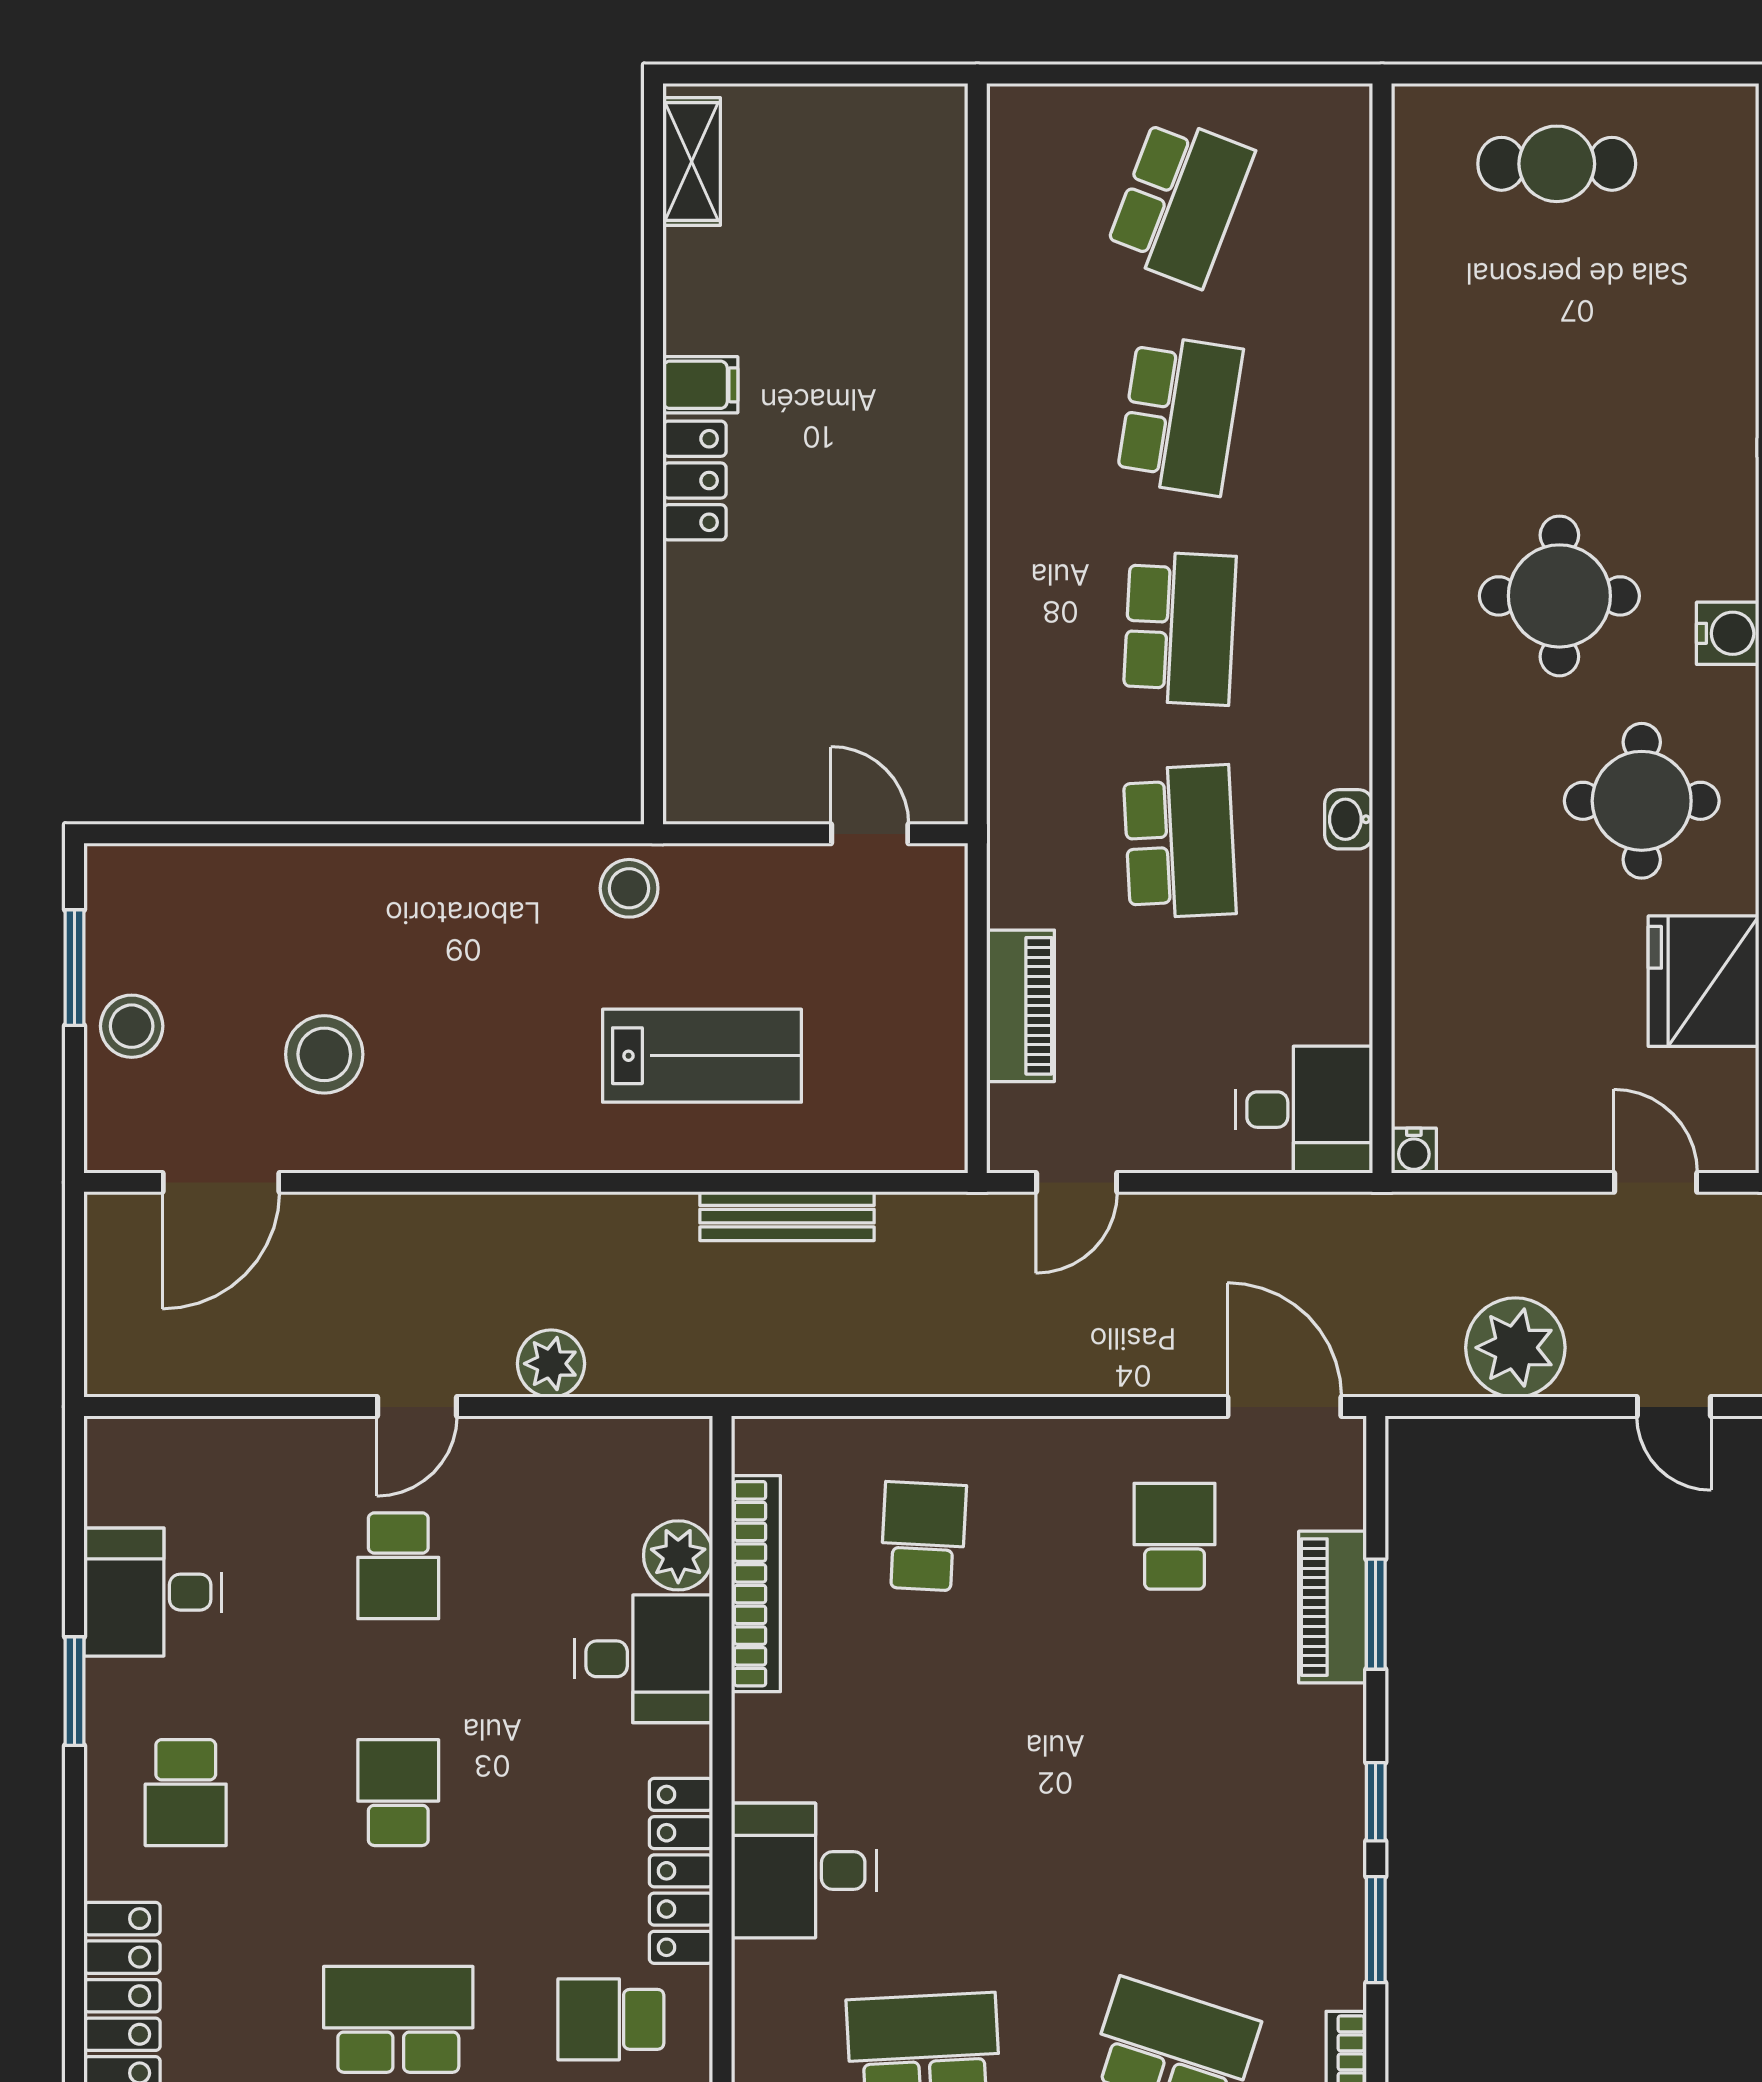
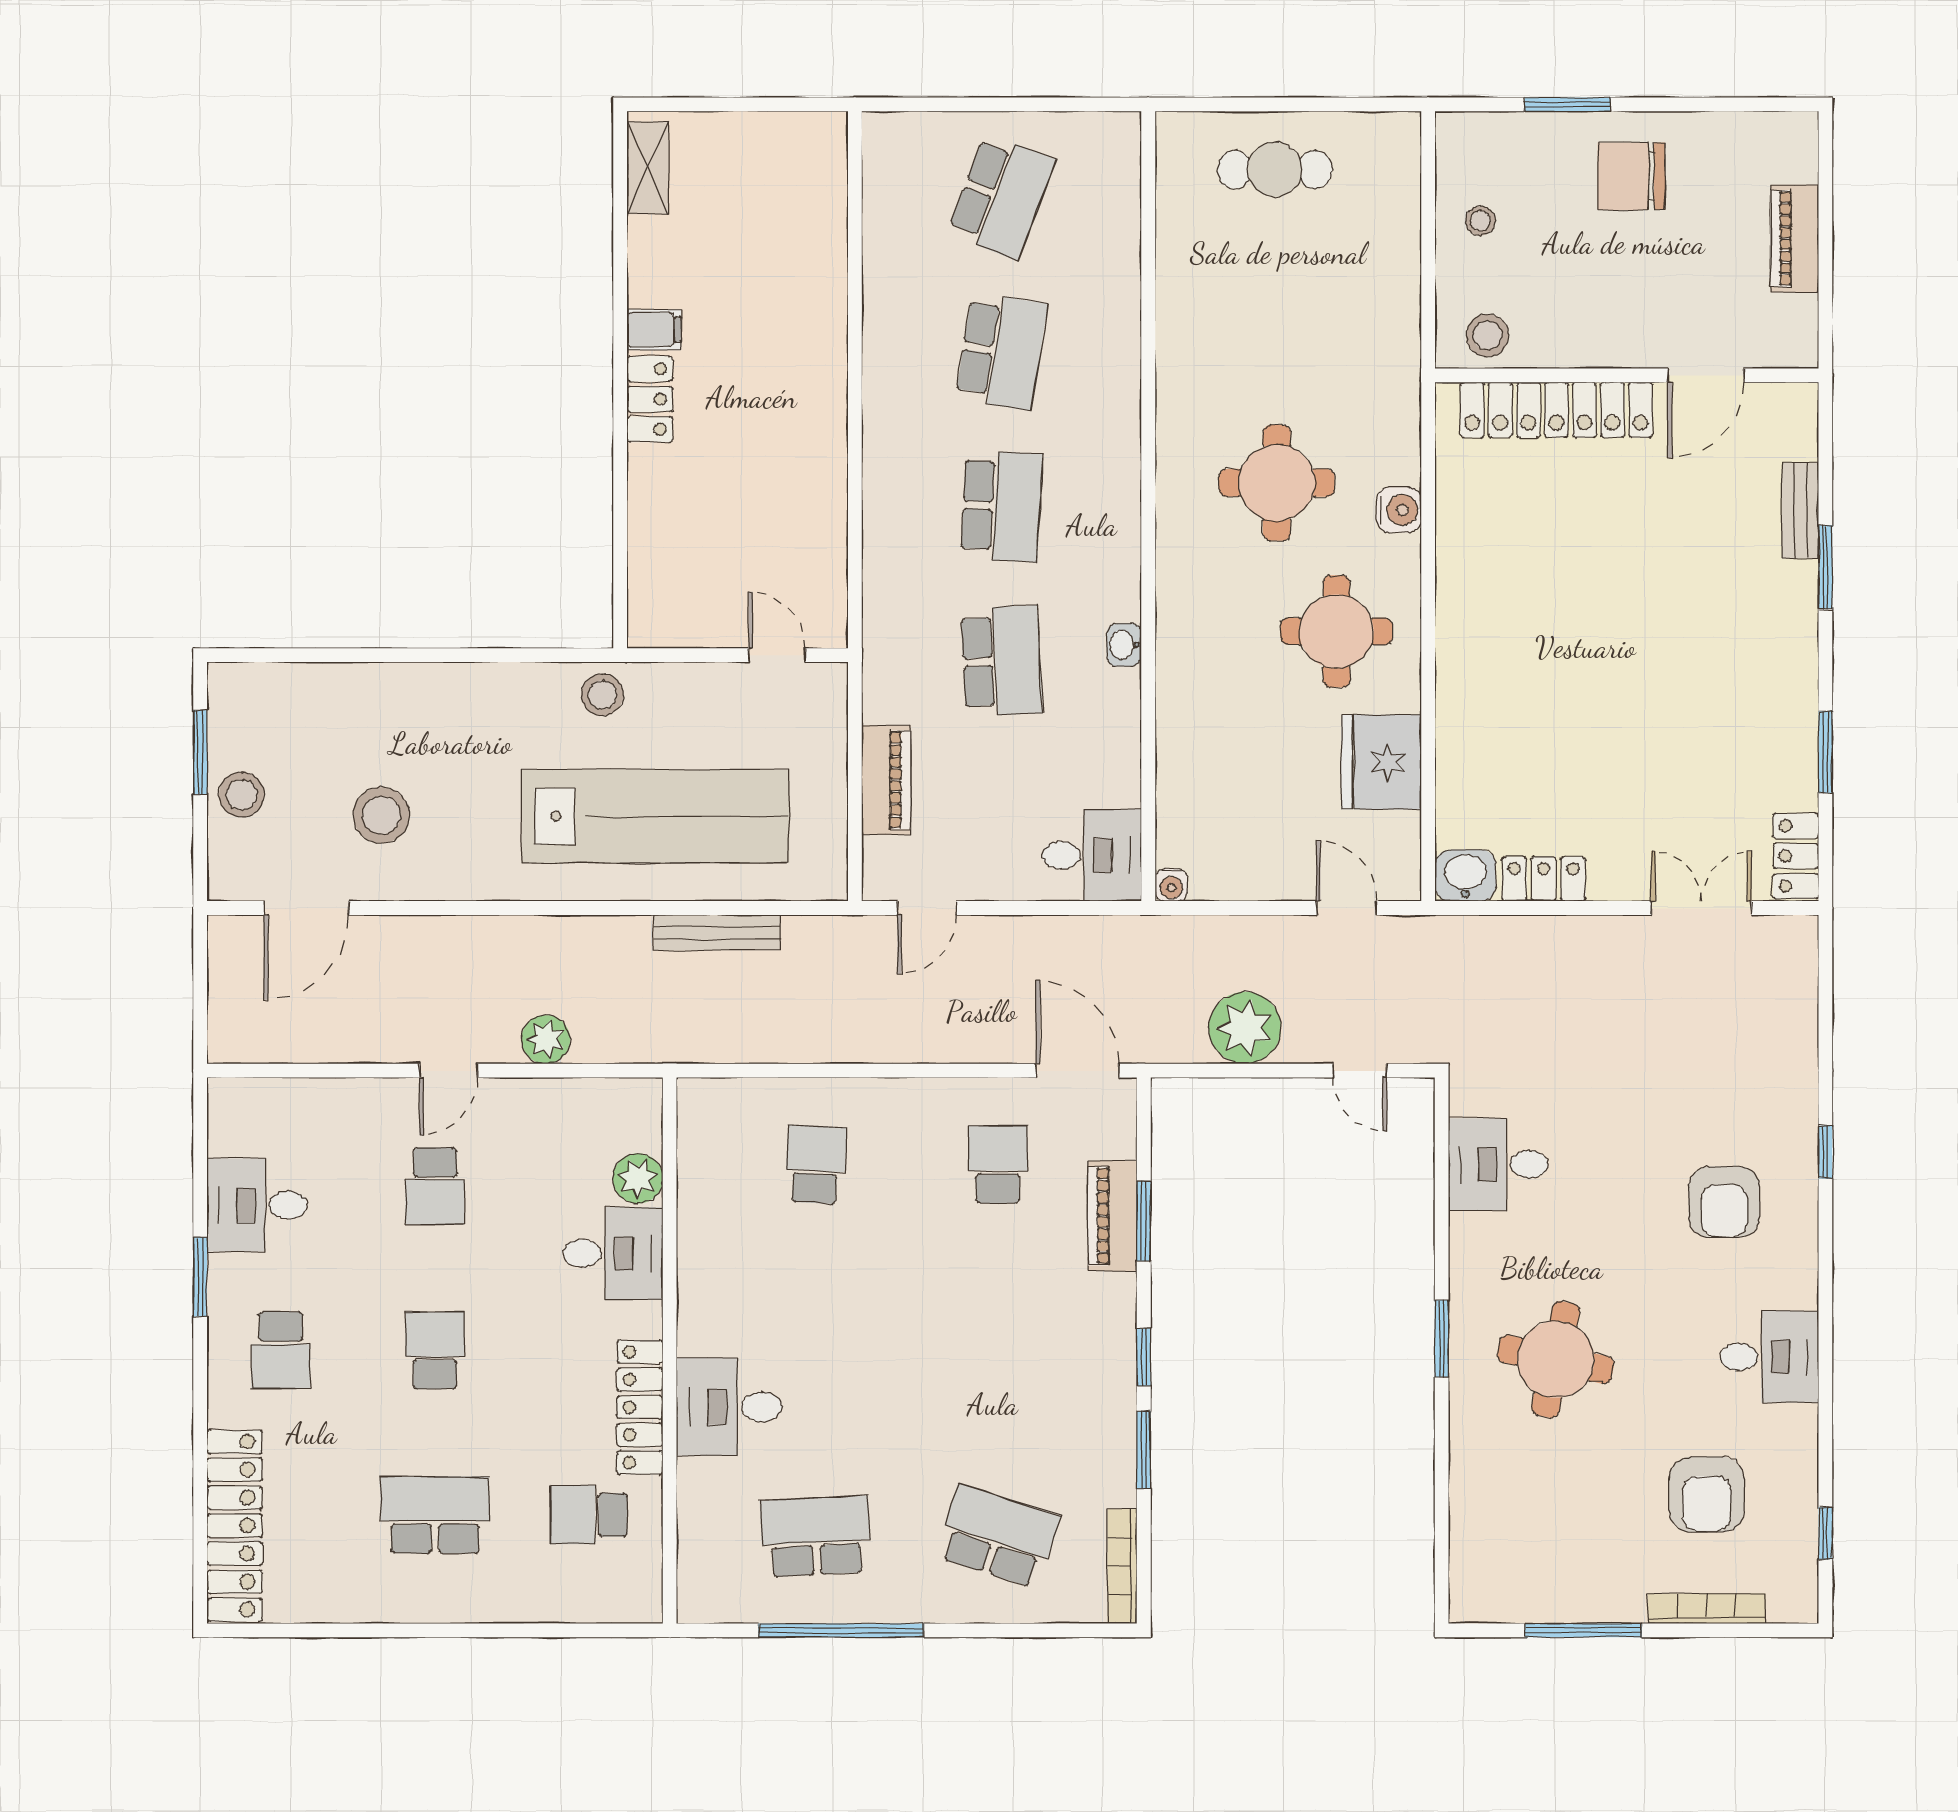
lab bench: (702, 1056) -> (655, 816), width x1.86, depth x1.39
bookcase: (756, 1584) -> (694, 1199), removed

